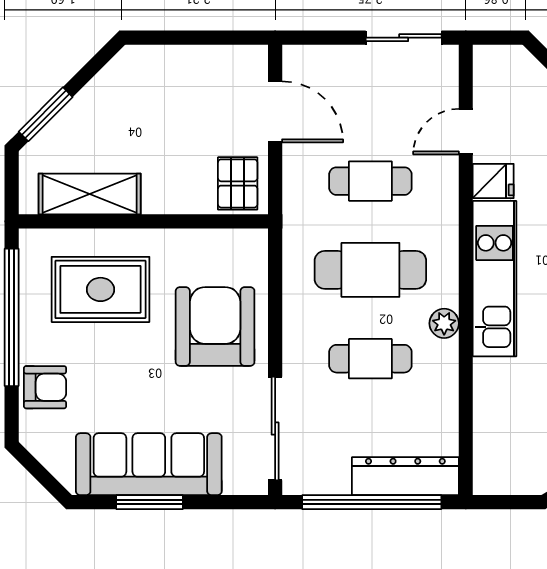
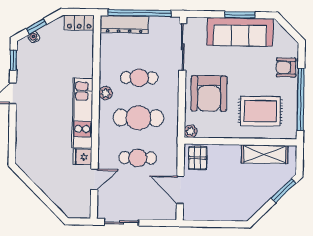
plant: (254, 242) -> (191, 131), added
locker: (505, 479) -> (79, 23), added

